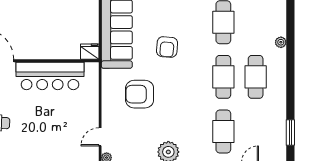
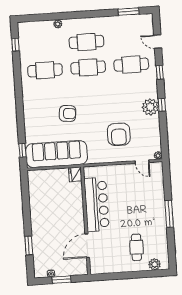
armchair: (140, 94) -> (119, 134), moved

